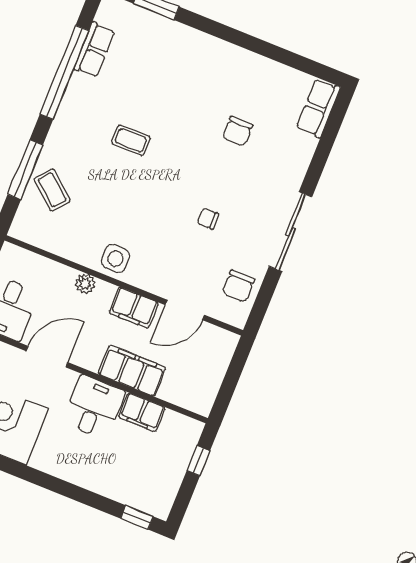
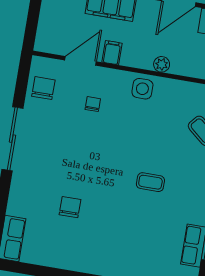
chair: (208, 219) -> (93, 104), moved, turned -90
filing cabinet: (134, 308) -> (112, 53), width x0.50

